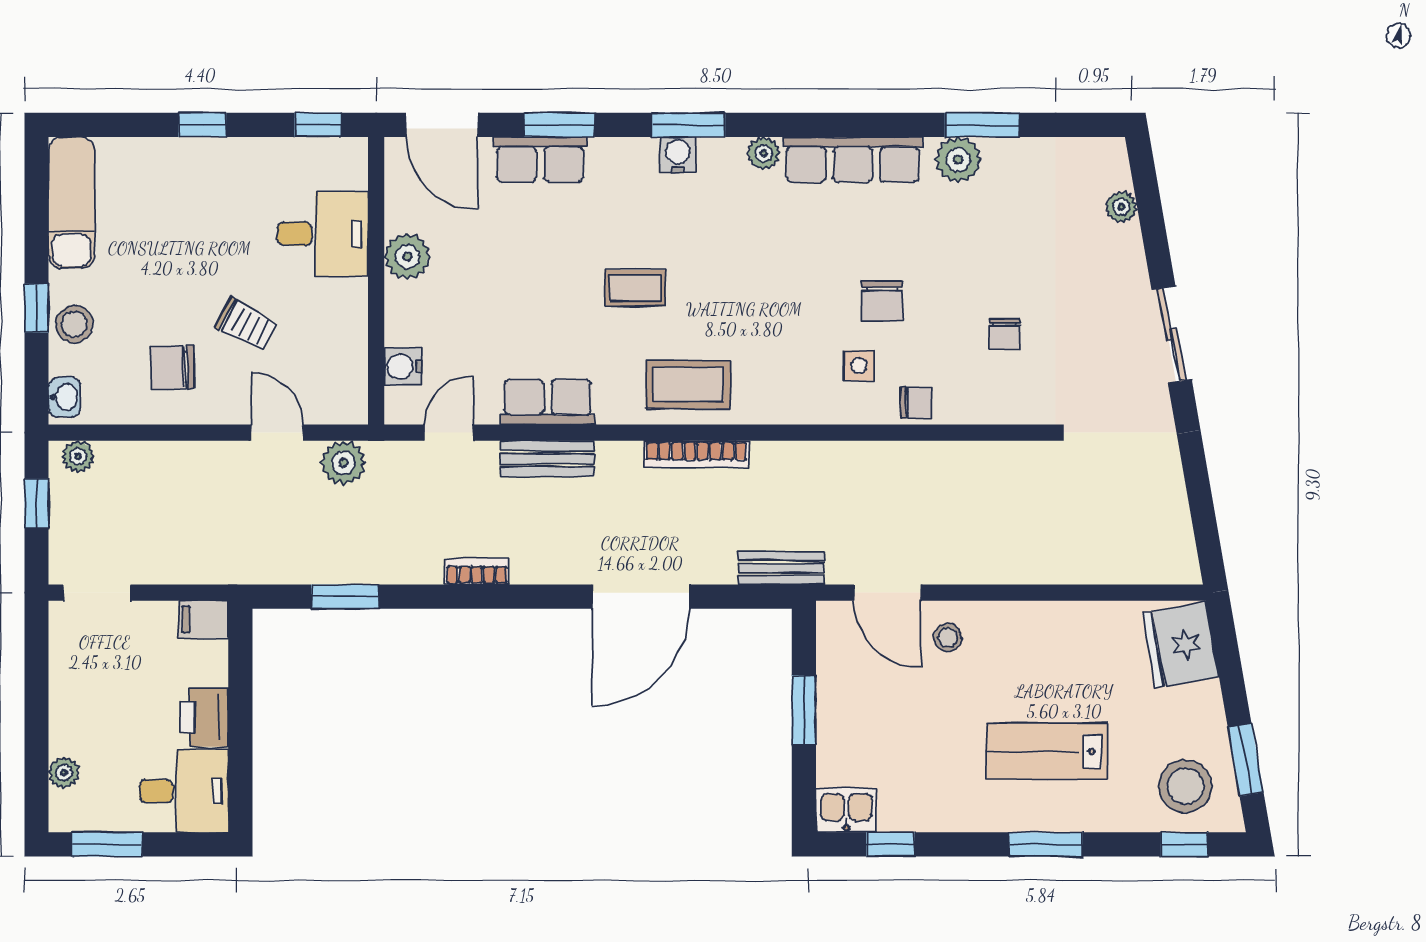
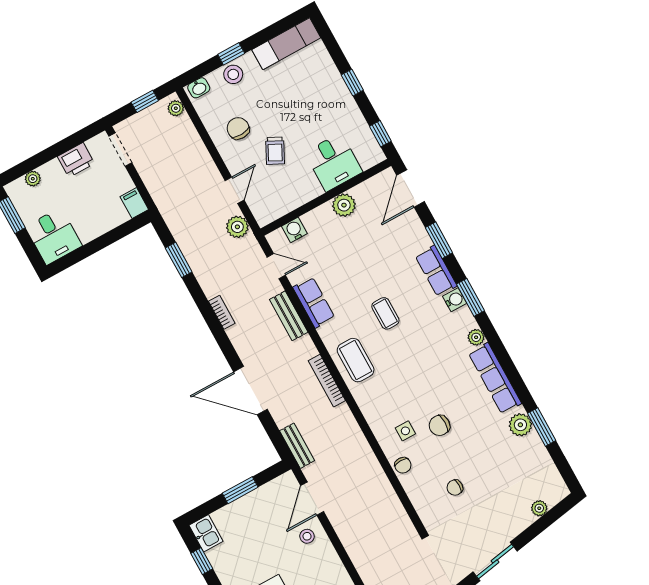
row of seats: (540, 159) -> (436, 271), moved
printer: (204, 717) -> (76, 160), moved, turned 180

